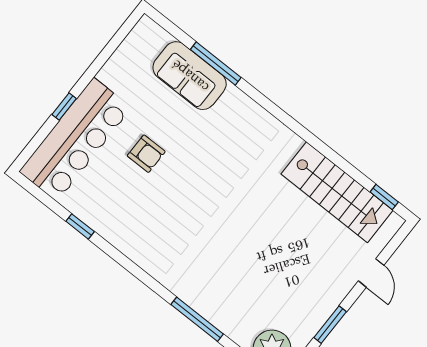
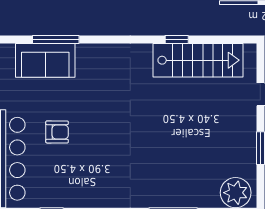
window: (384, 197) -> (177, 39), moved

